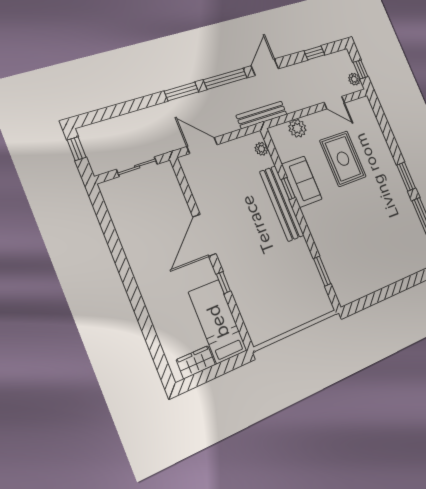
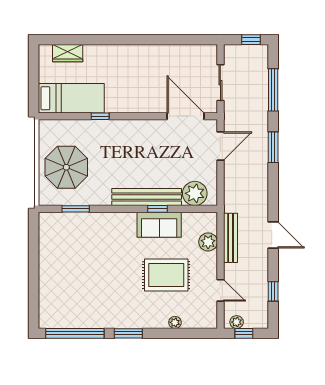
window: (225, 79) -> (273, 90), moved
door: (334, 103) -> (220, 290), swing flipped
bench: (262, 115) -> (231, 238), moved
plant: (379, 136) -> (175, 322), added
plant: (261, 149) -> (195, 193), width x1.88, depth x1.88
door: (204, 235) -> (186, 116), moved
parasol: (288, 297) -> (66, 167), added
wardrobe: (196, 362) -> (68, 53), moved, turned 90

